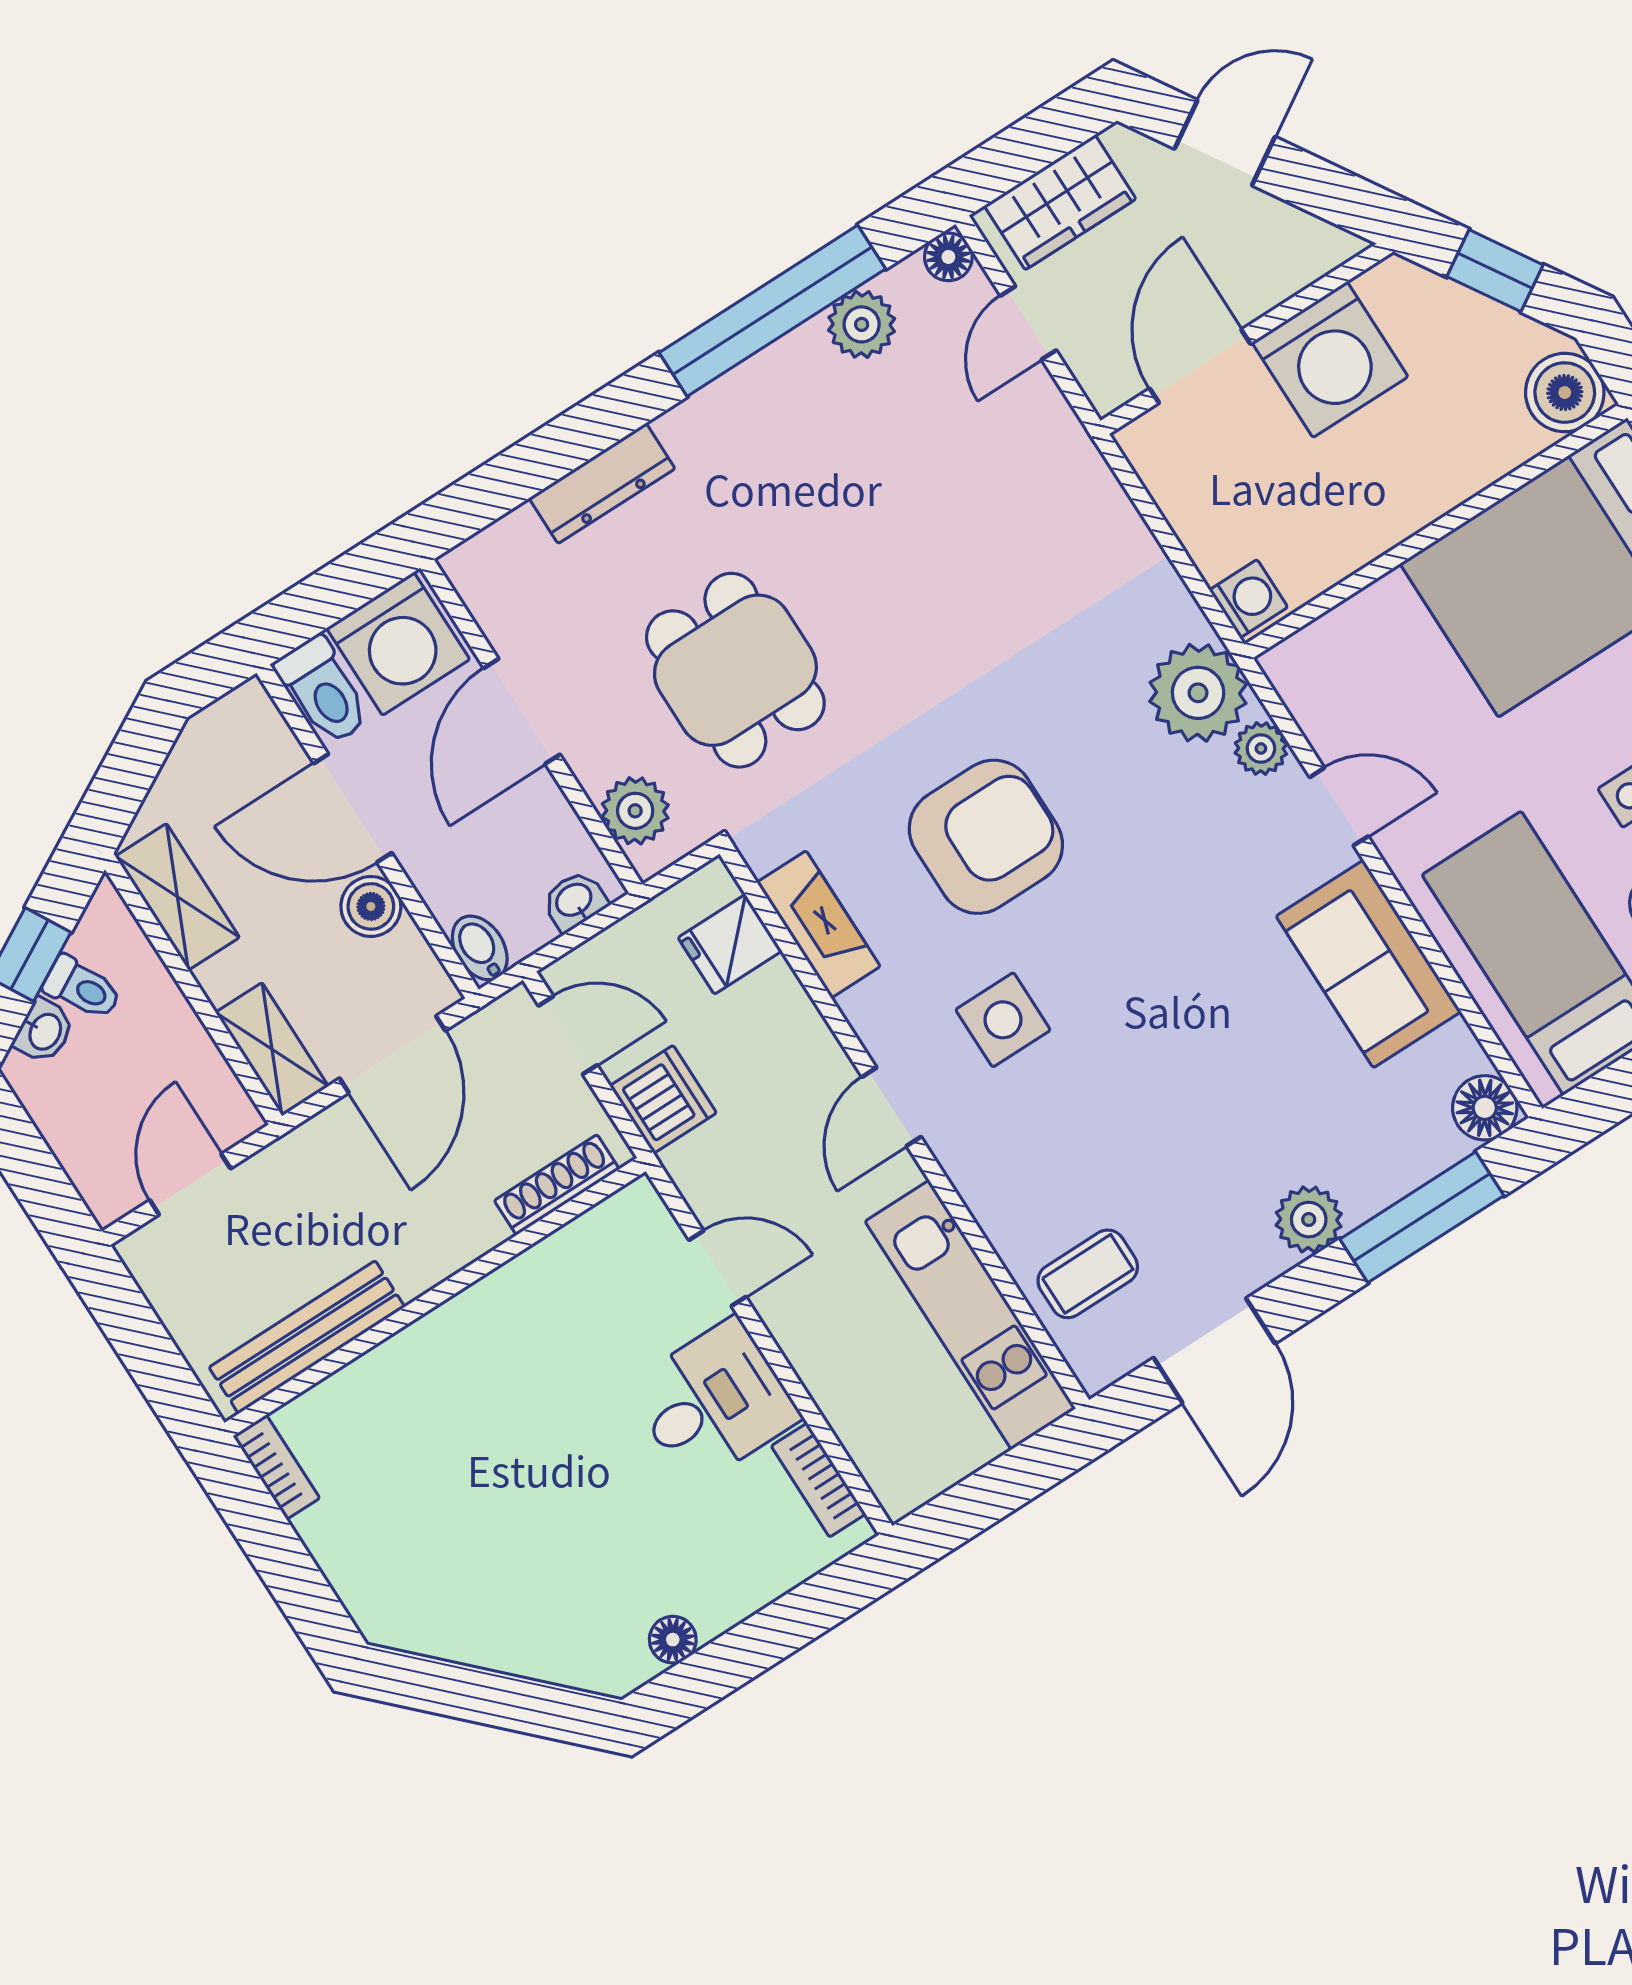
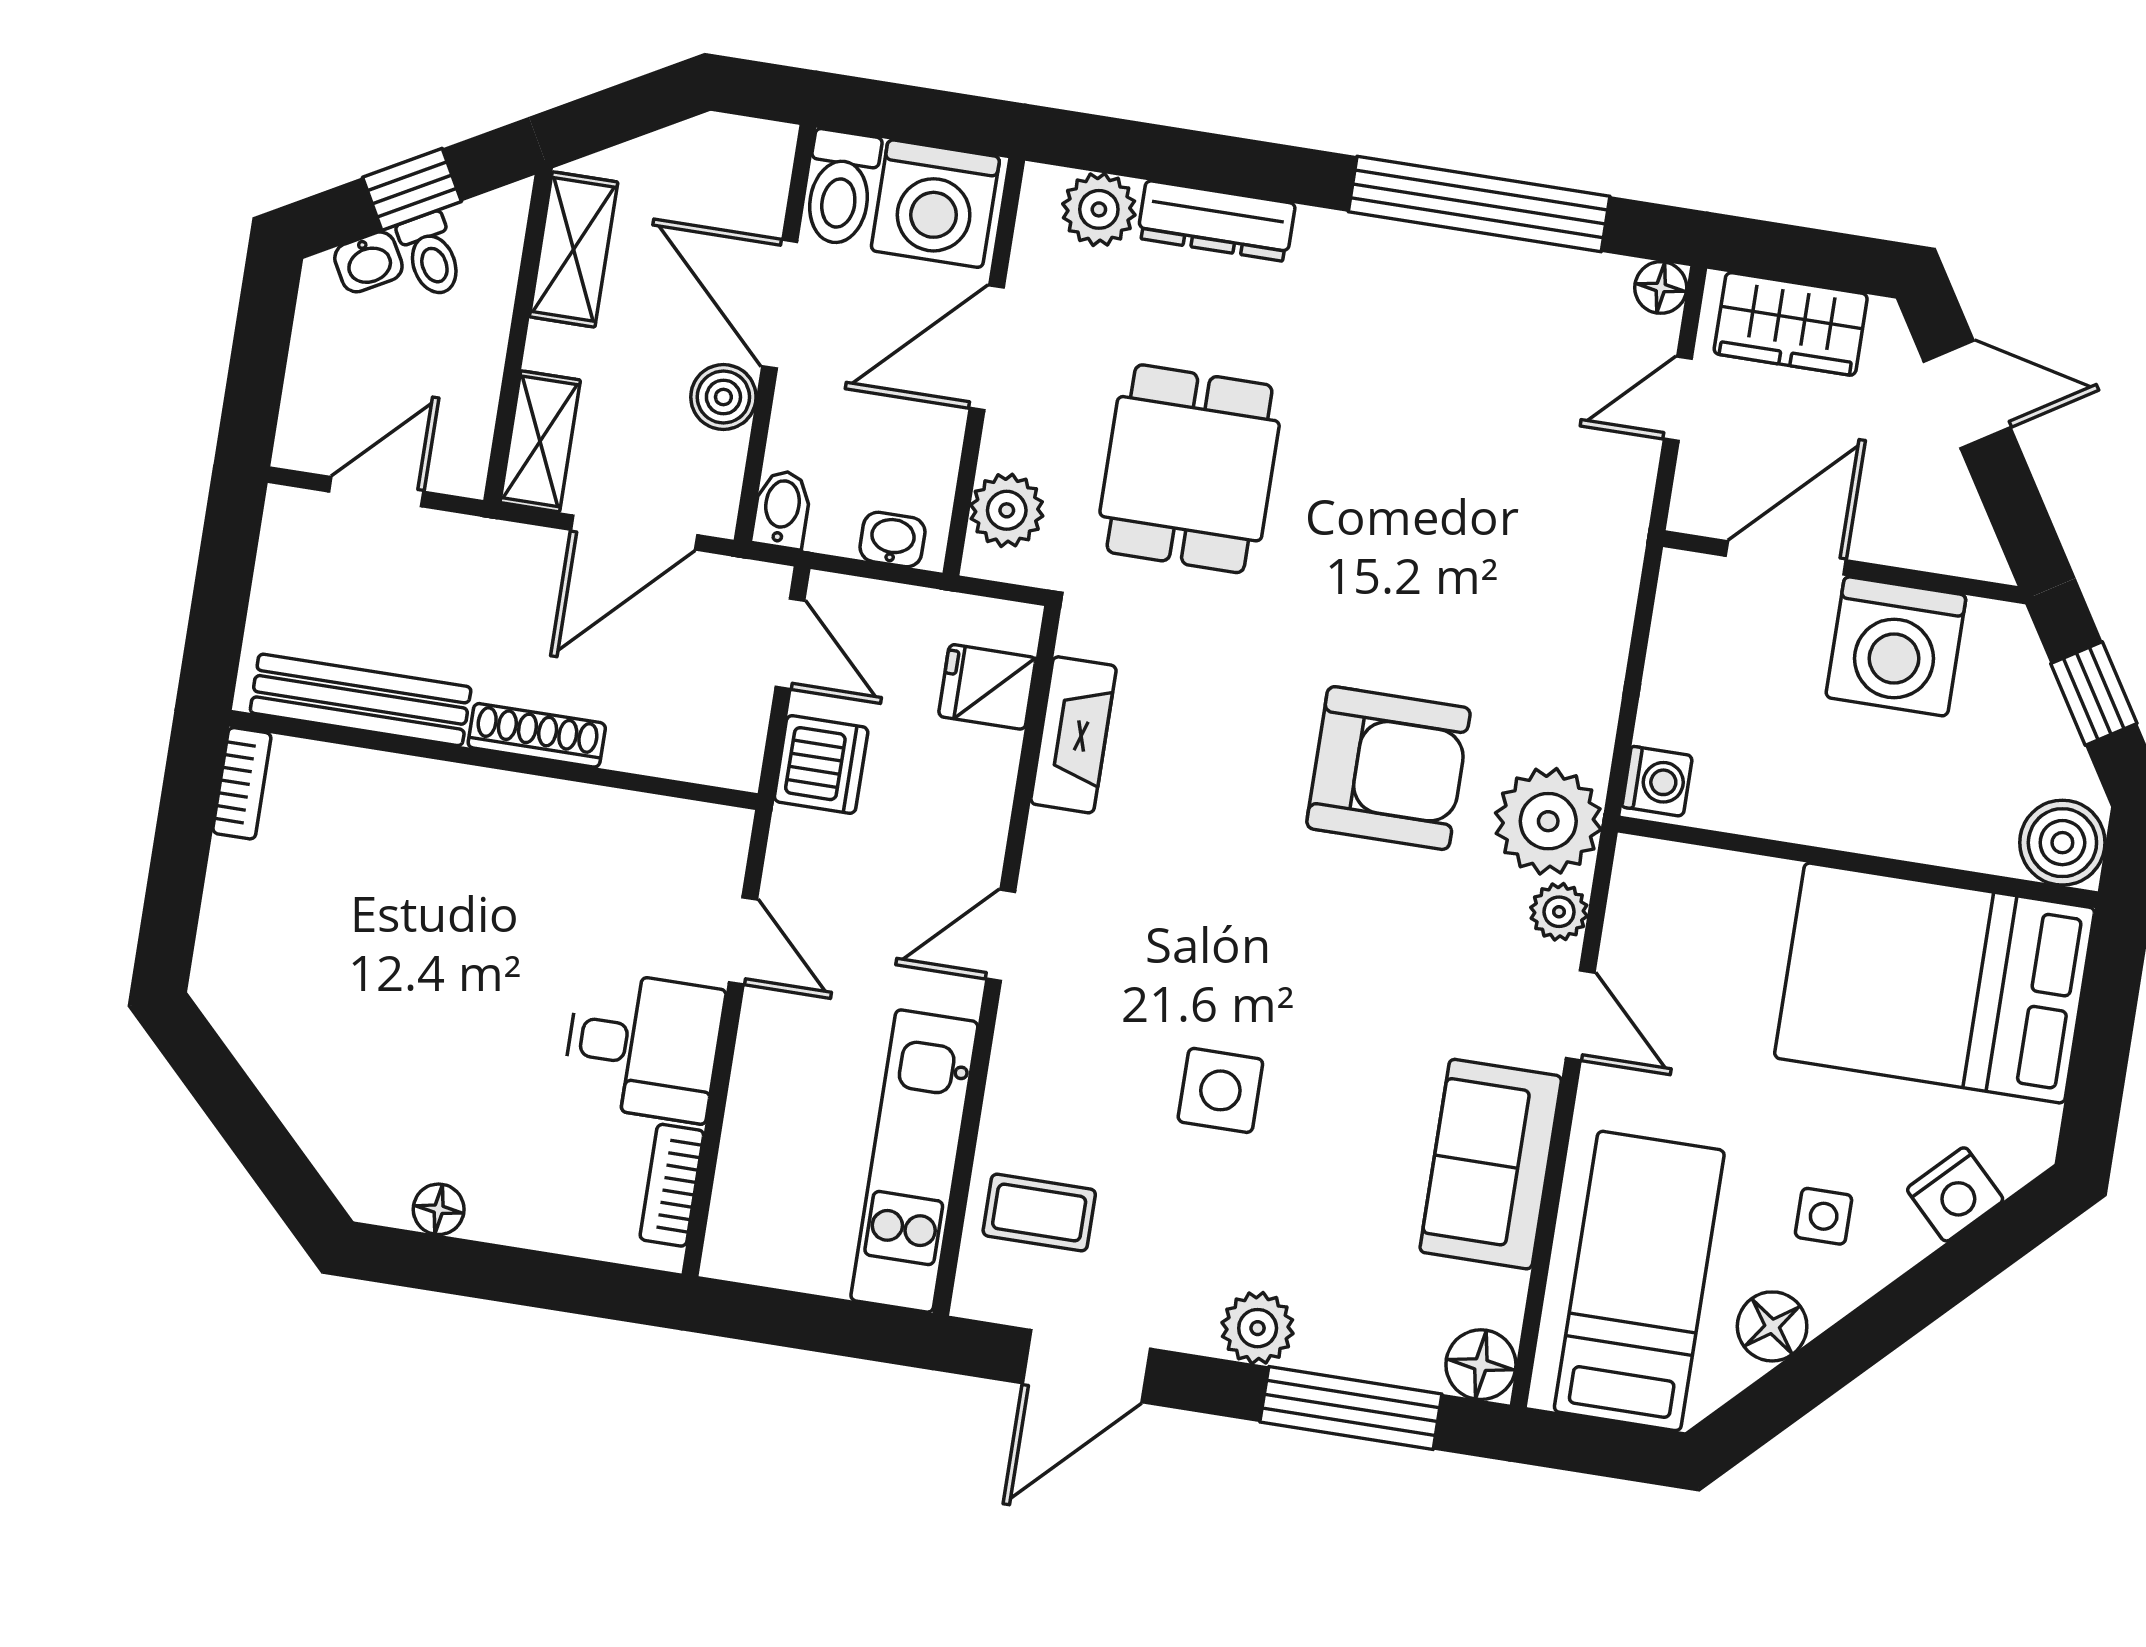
plant: (862, 324) -> (1099, 209), moved
armchair: (986, 837) -> (1388, 768), moved
side table: (1003, 1020) -> (1220, 1090), moved
shoe rack: (557, 1185) -> (537, 735), moved

